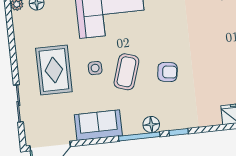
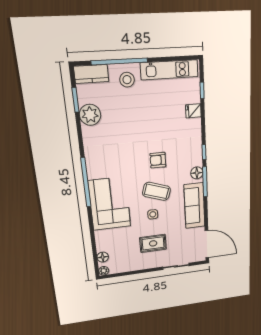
rug: (54, 70) -> (153, 243), width x0.73, depth x0.70
armchair: (167, 72) -> (158, 160), turned -98
sofa: (98, 125) -> (194, 206), width x1.36

